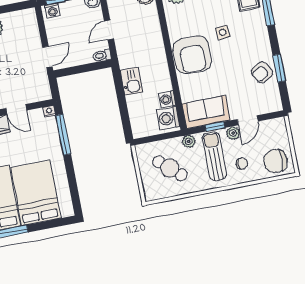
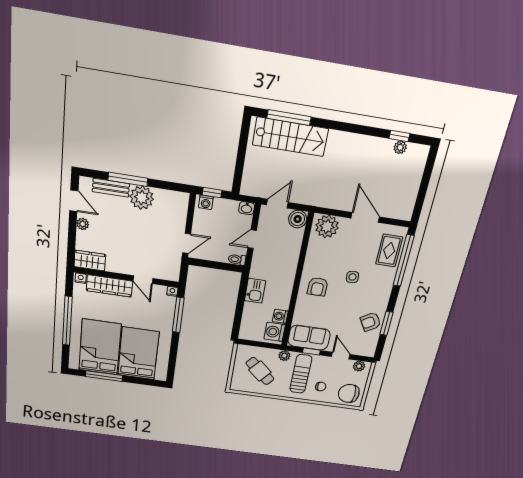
armchair: (192, 55) -> (318, 287), width x0.53, depth x0.53
door: (248, 120) -> (341, 356), swing flipped
plant: (233, 133) -> (359, 366), moved

